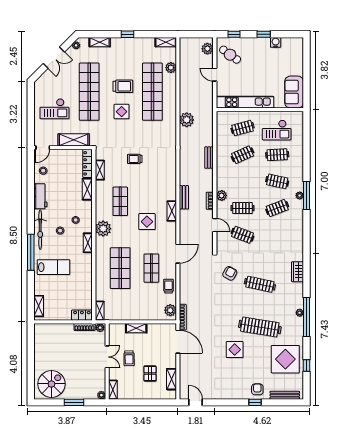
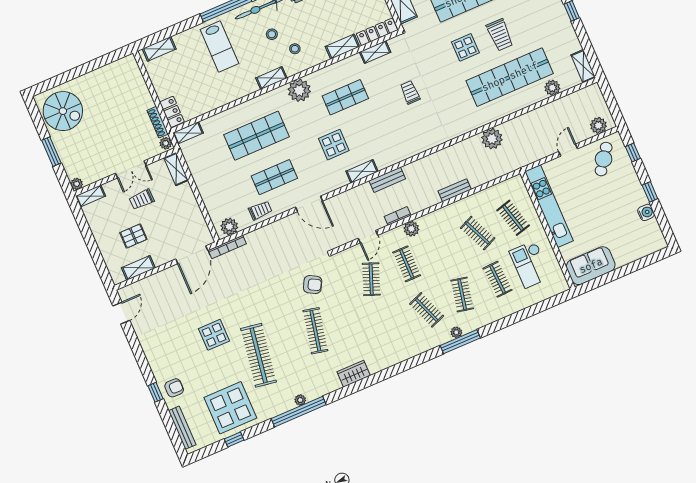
shelving: (136, 328) -> (176, 169), moved

